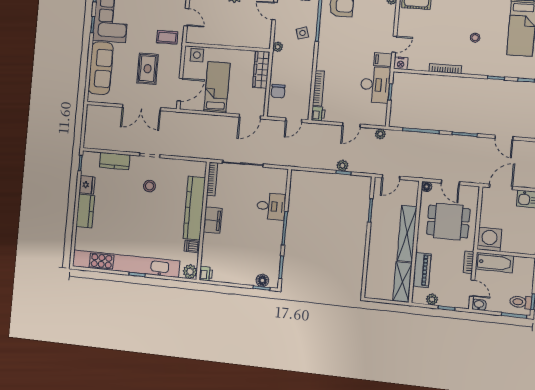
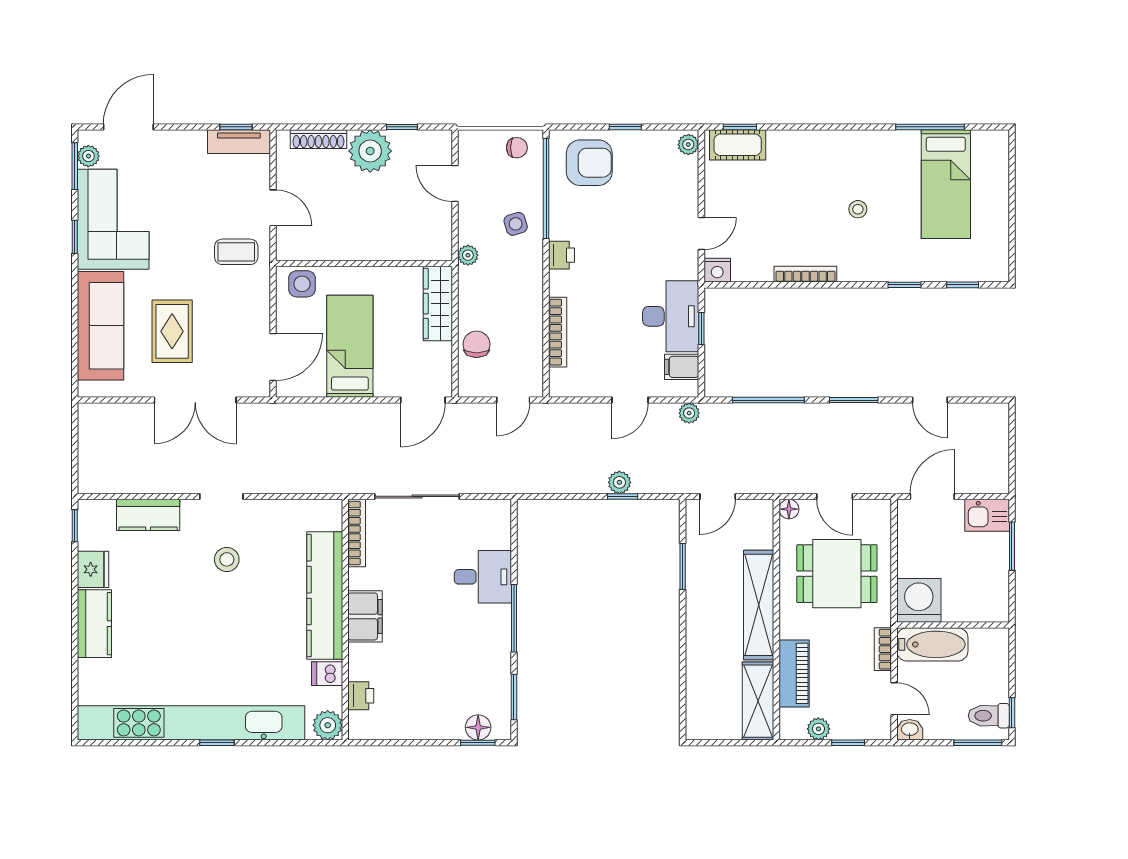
filing cabinet: (383, 60) -> (682, 367), moved
rug: (148, 69) -> (172, 331), moved
chair: (278, 91) -> (477, 344), turned 180
printer: (318, 114) -> (562, 255), moved
printer: (206, 274) -> (361, 696), moved

